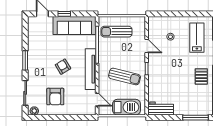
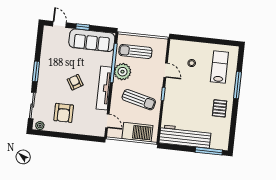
plant: (106, 52) -> (123, 72), added
workbench: (161, 109) -> (185, 137), width x1.88, depth x1.32

